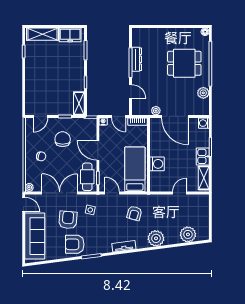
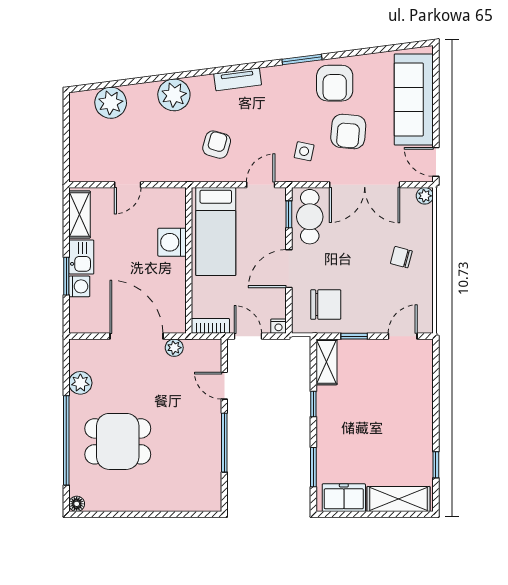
dresser: (137, 59) -> (212, 449), removed
washing machine: (204, 123) -> (79, 286), moved
chair: (63, 139) -> (326, 305), moved, turned -90
door: (98, 151) -> (289, 269), swing flipped
door: (112, 193) -> (261, 185), swing flipped
armchair: (75, 244) -> (335, 83), turned 90

